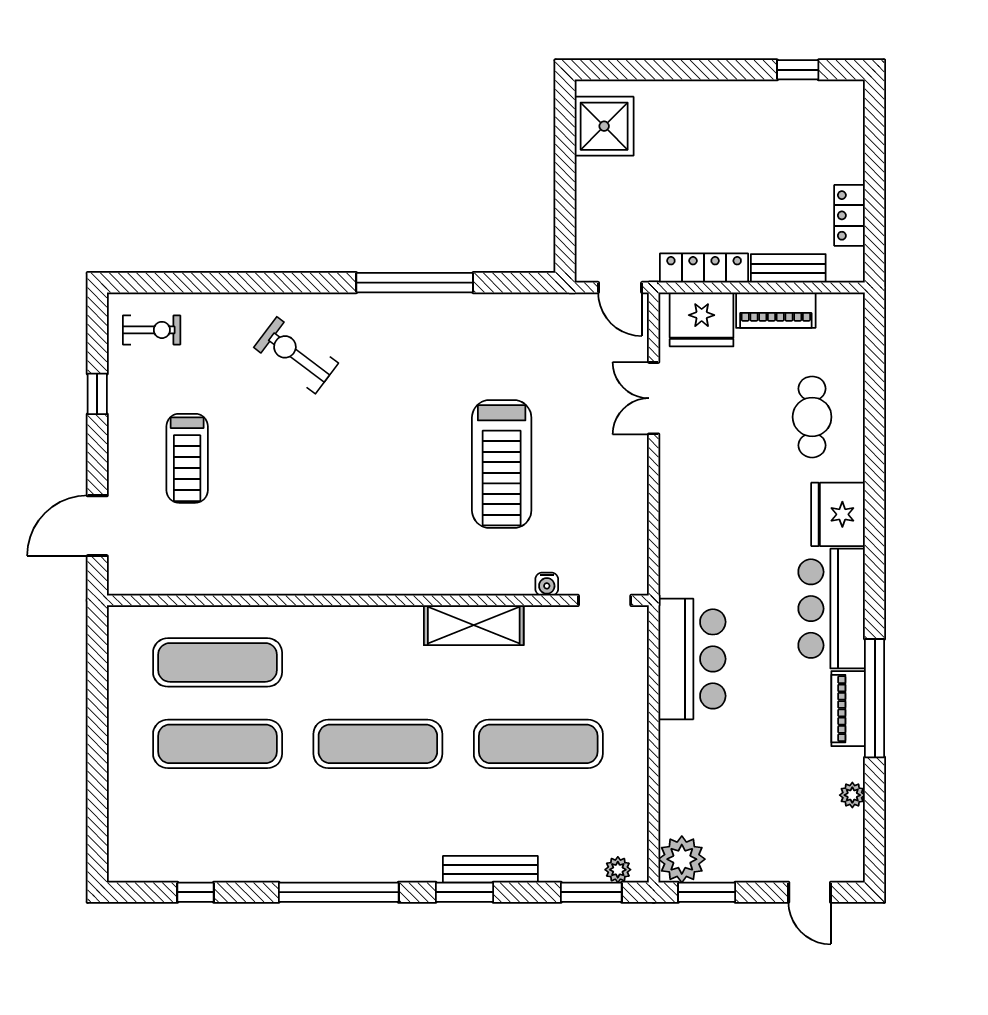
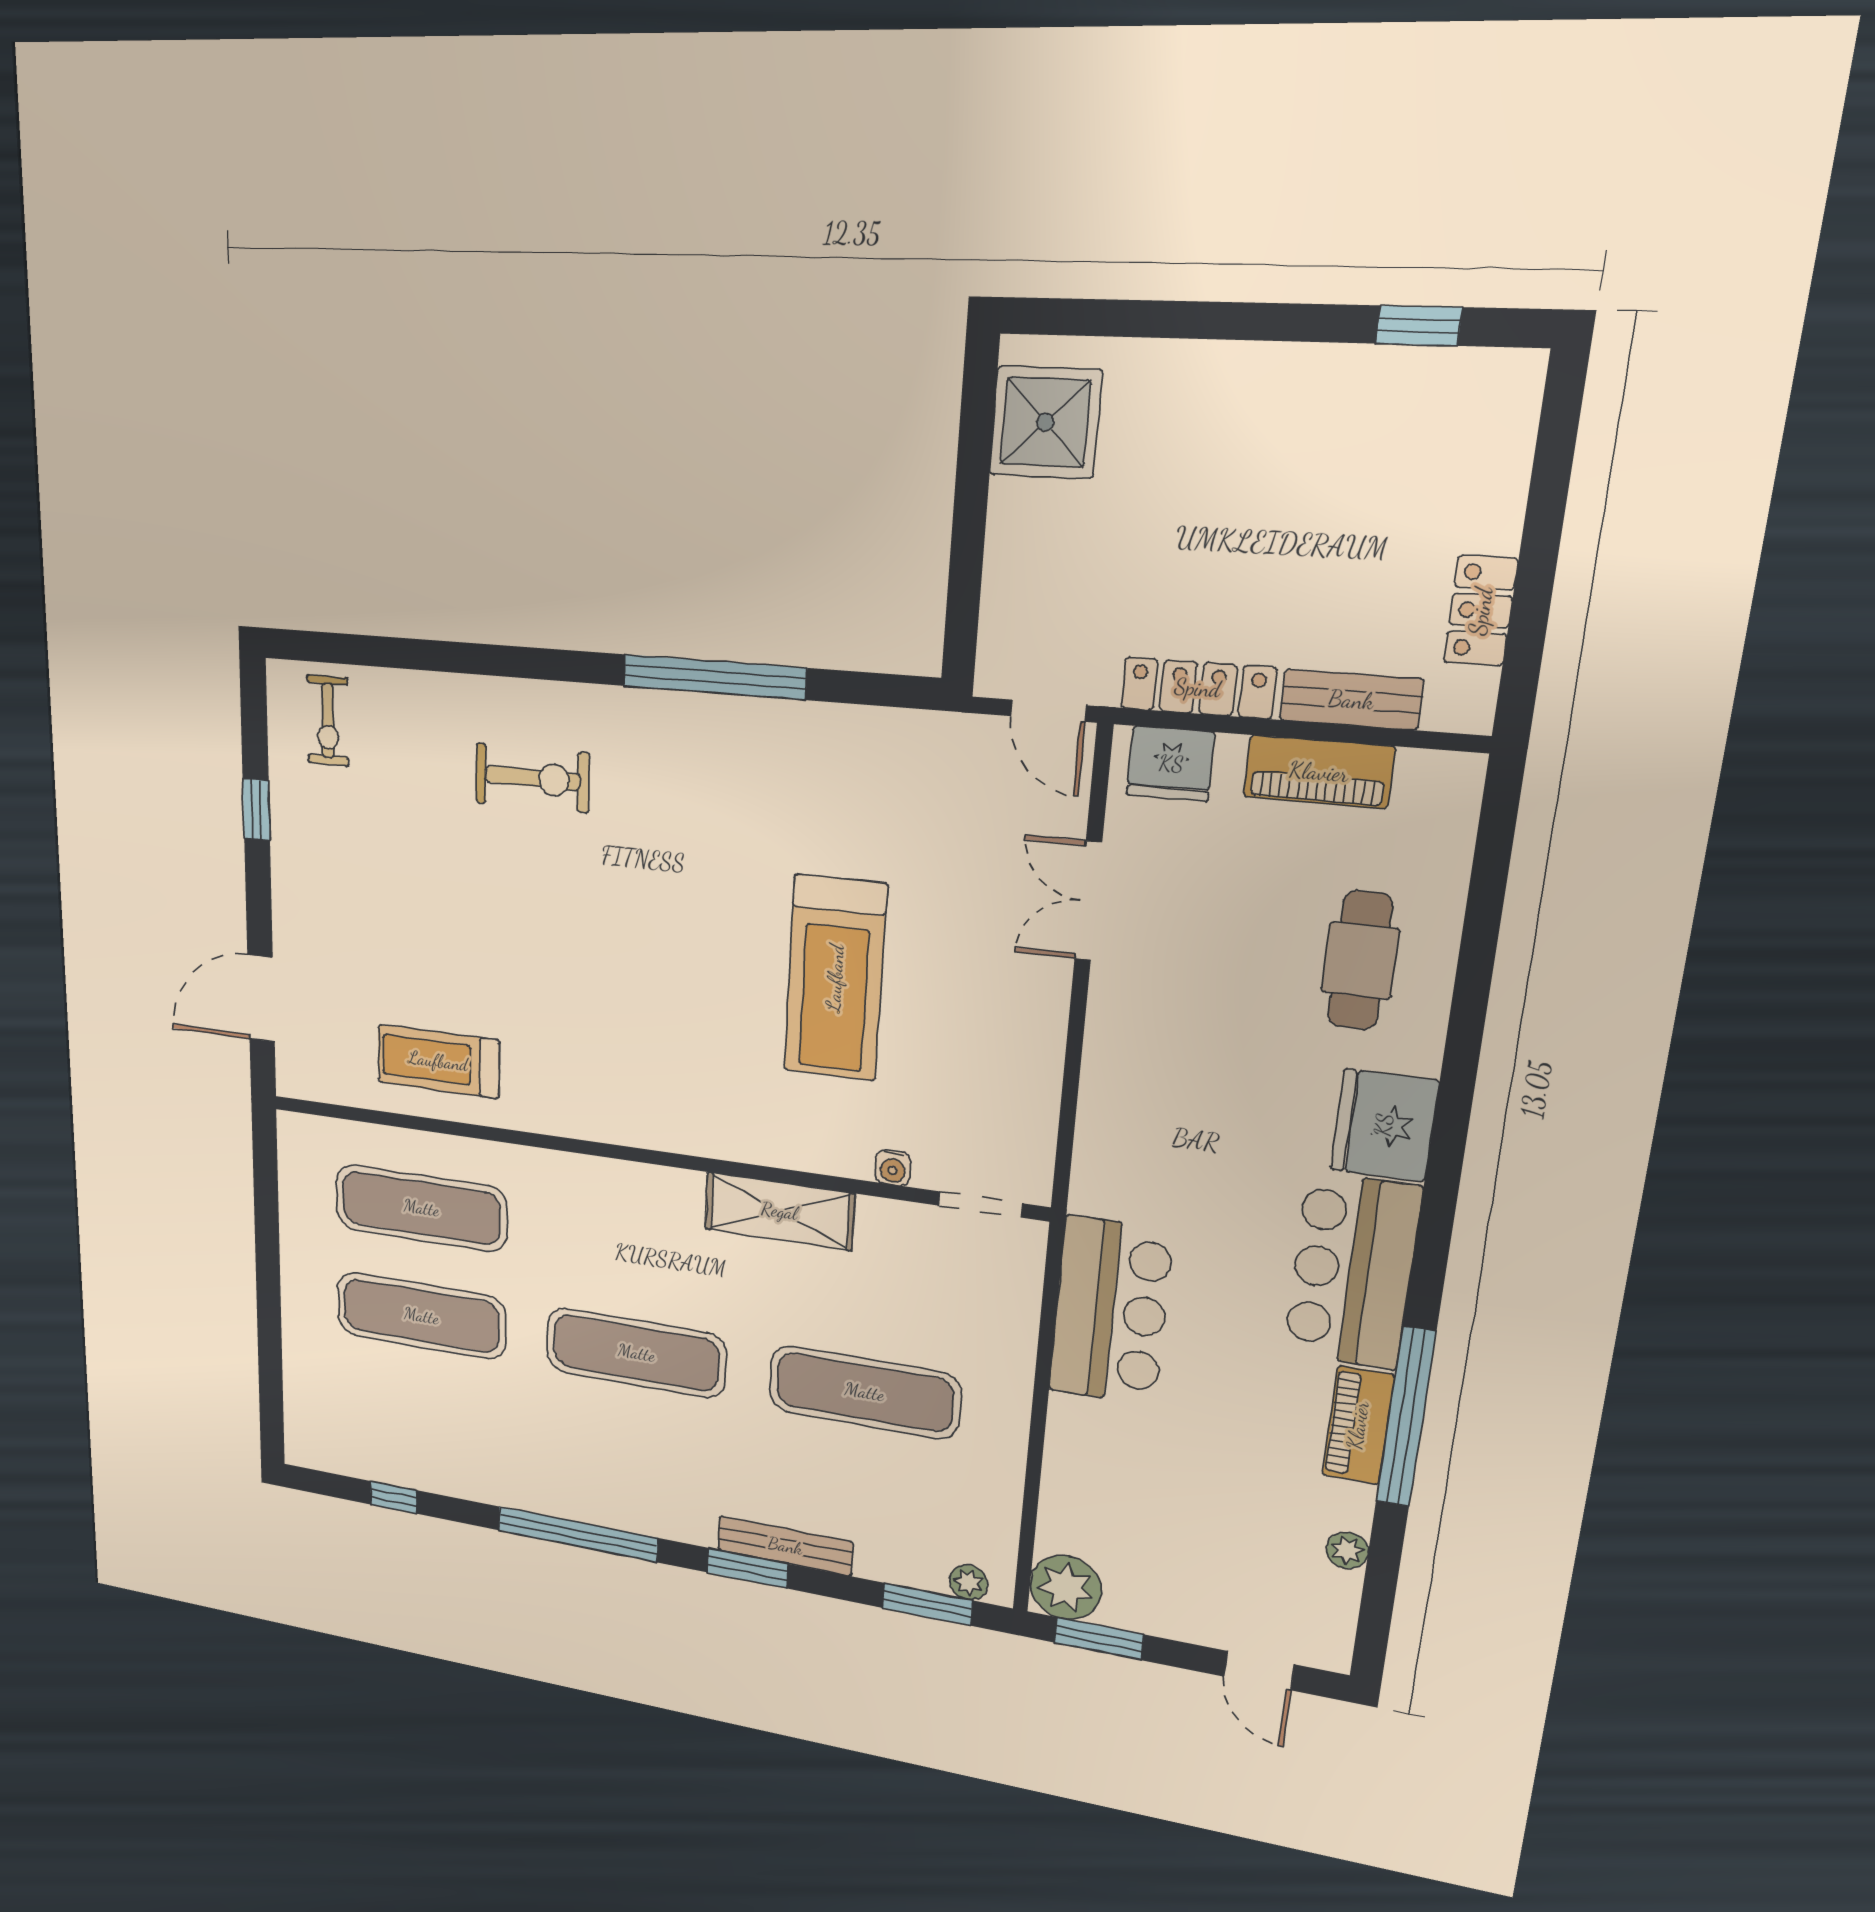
fridge: (702, 319) -> (1171, 764), width x0.73, depth x0.75
exercise bike: (152, 330) -> (328, 721), turned 90
exercise bike: (296, 355) -> (533, 778), turned 143
treadmill: (187, 458) -> (438, 1061), moved, turned 90

